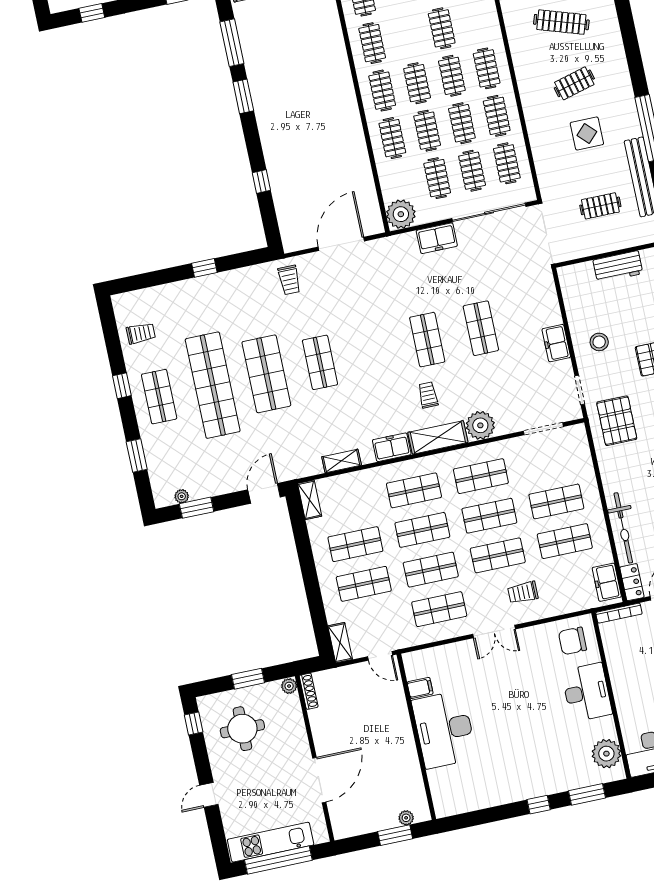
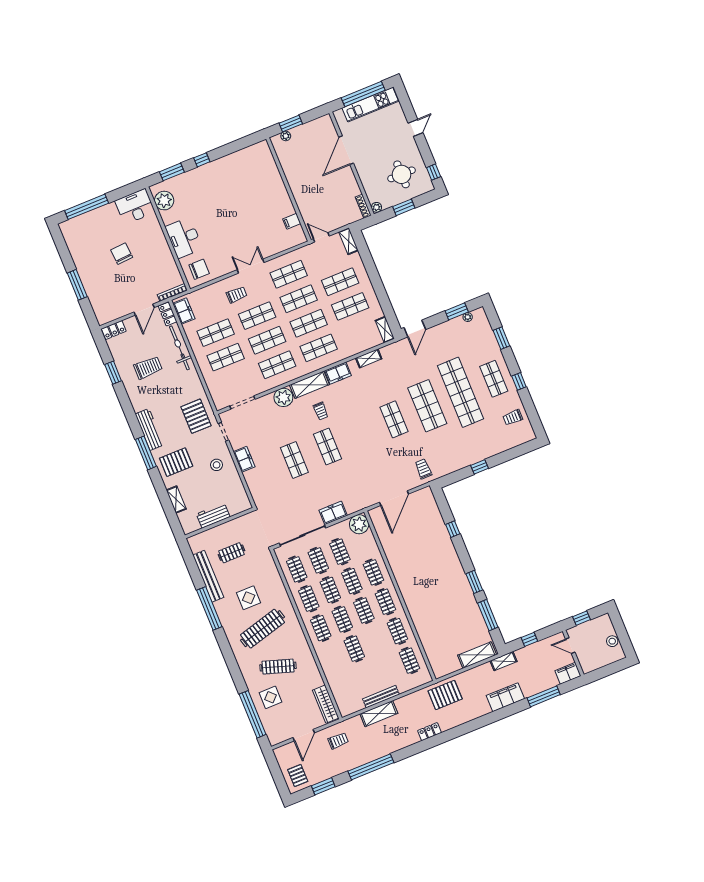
clothes rail: (574, 83) -> (262, 629), width x1.86, depth x1.31
desk: (444, 729) -> (271, 197), removed

